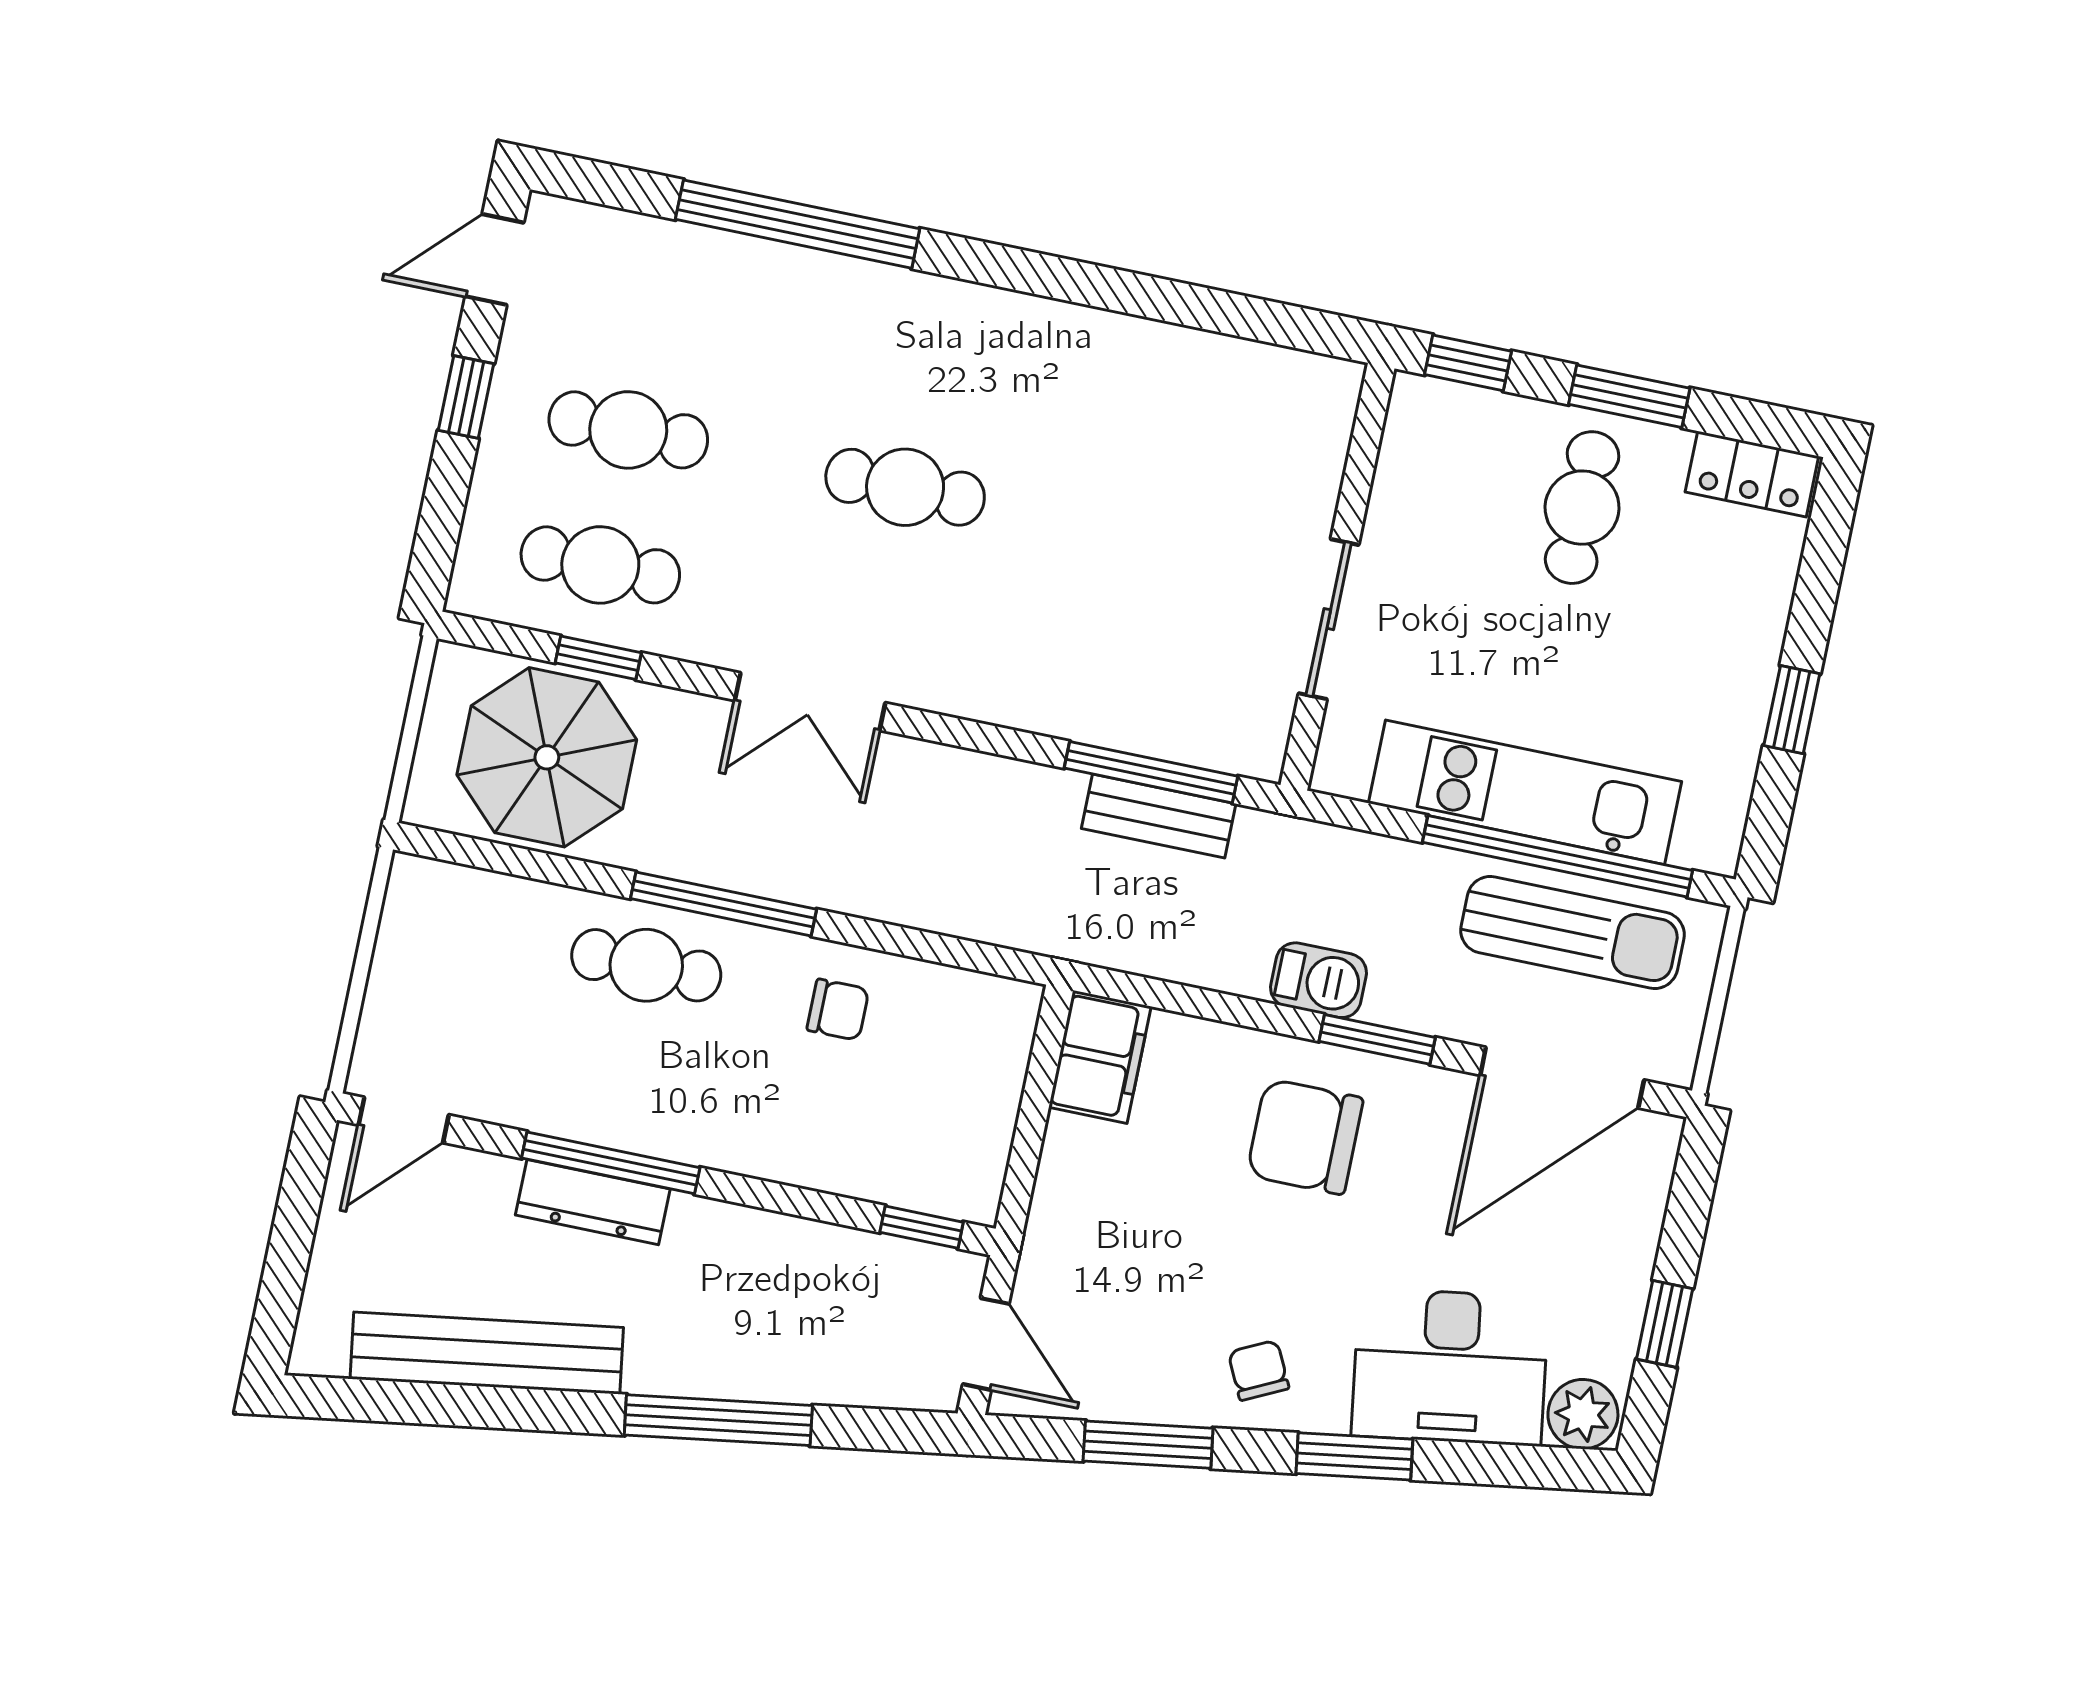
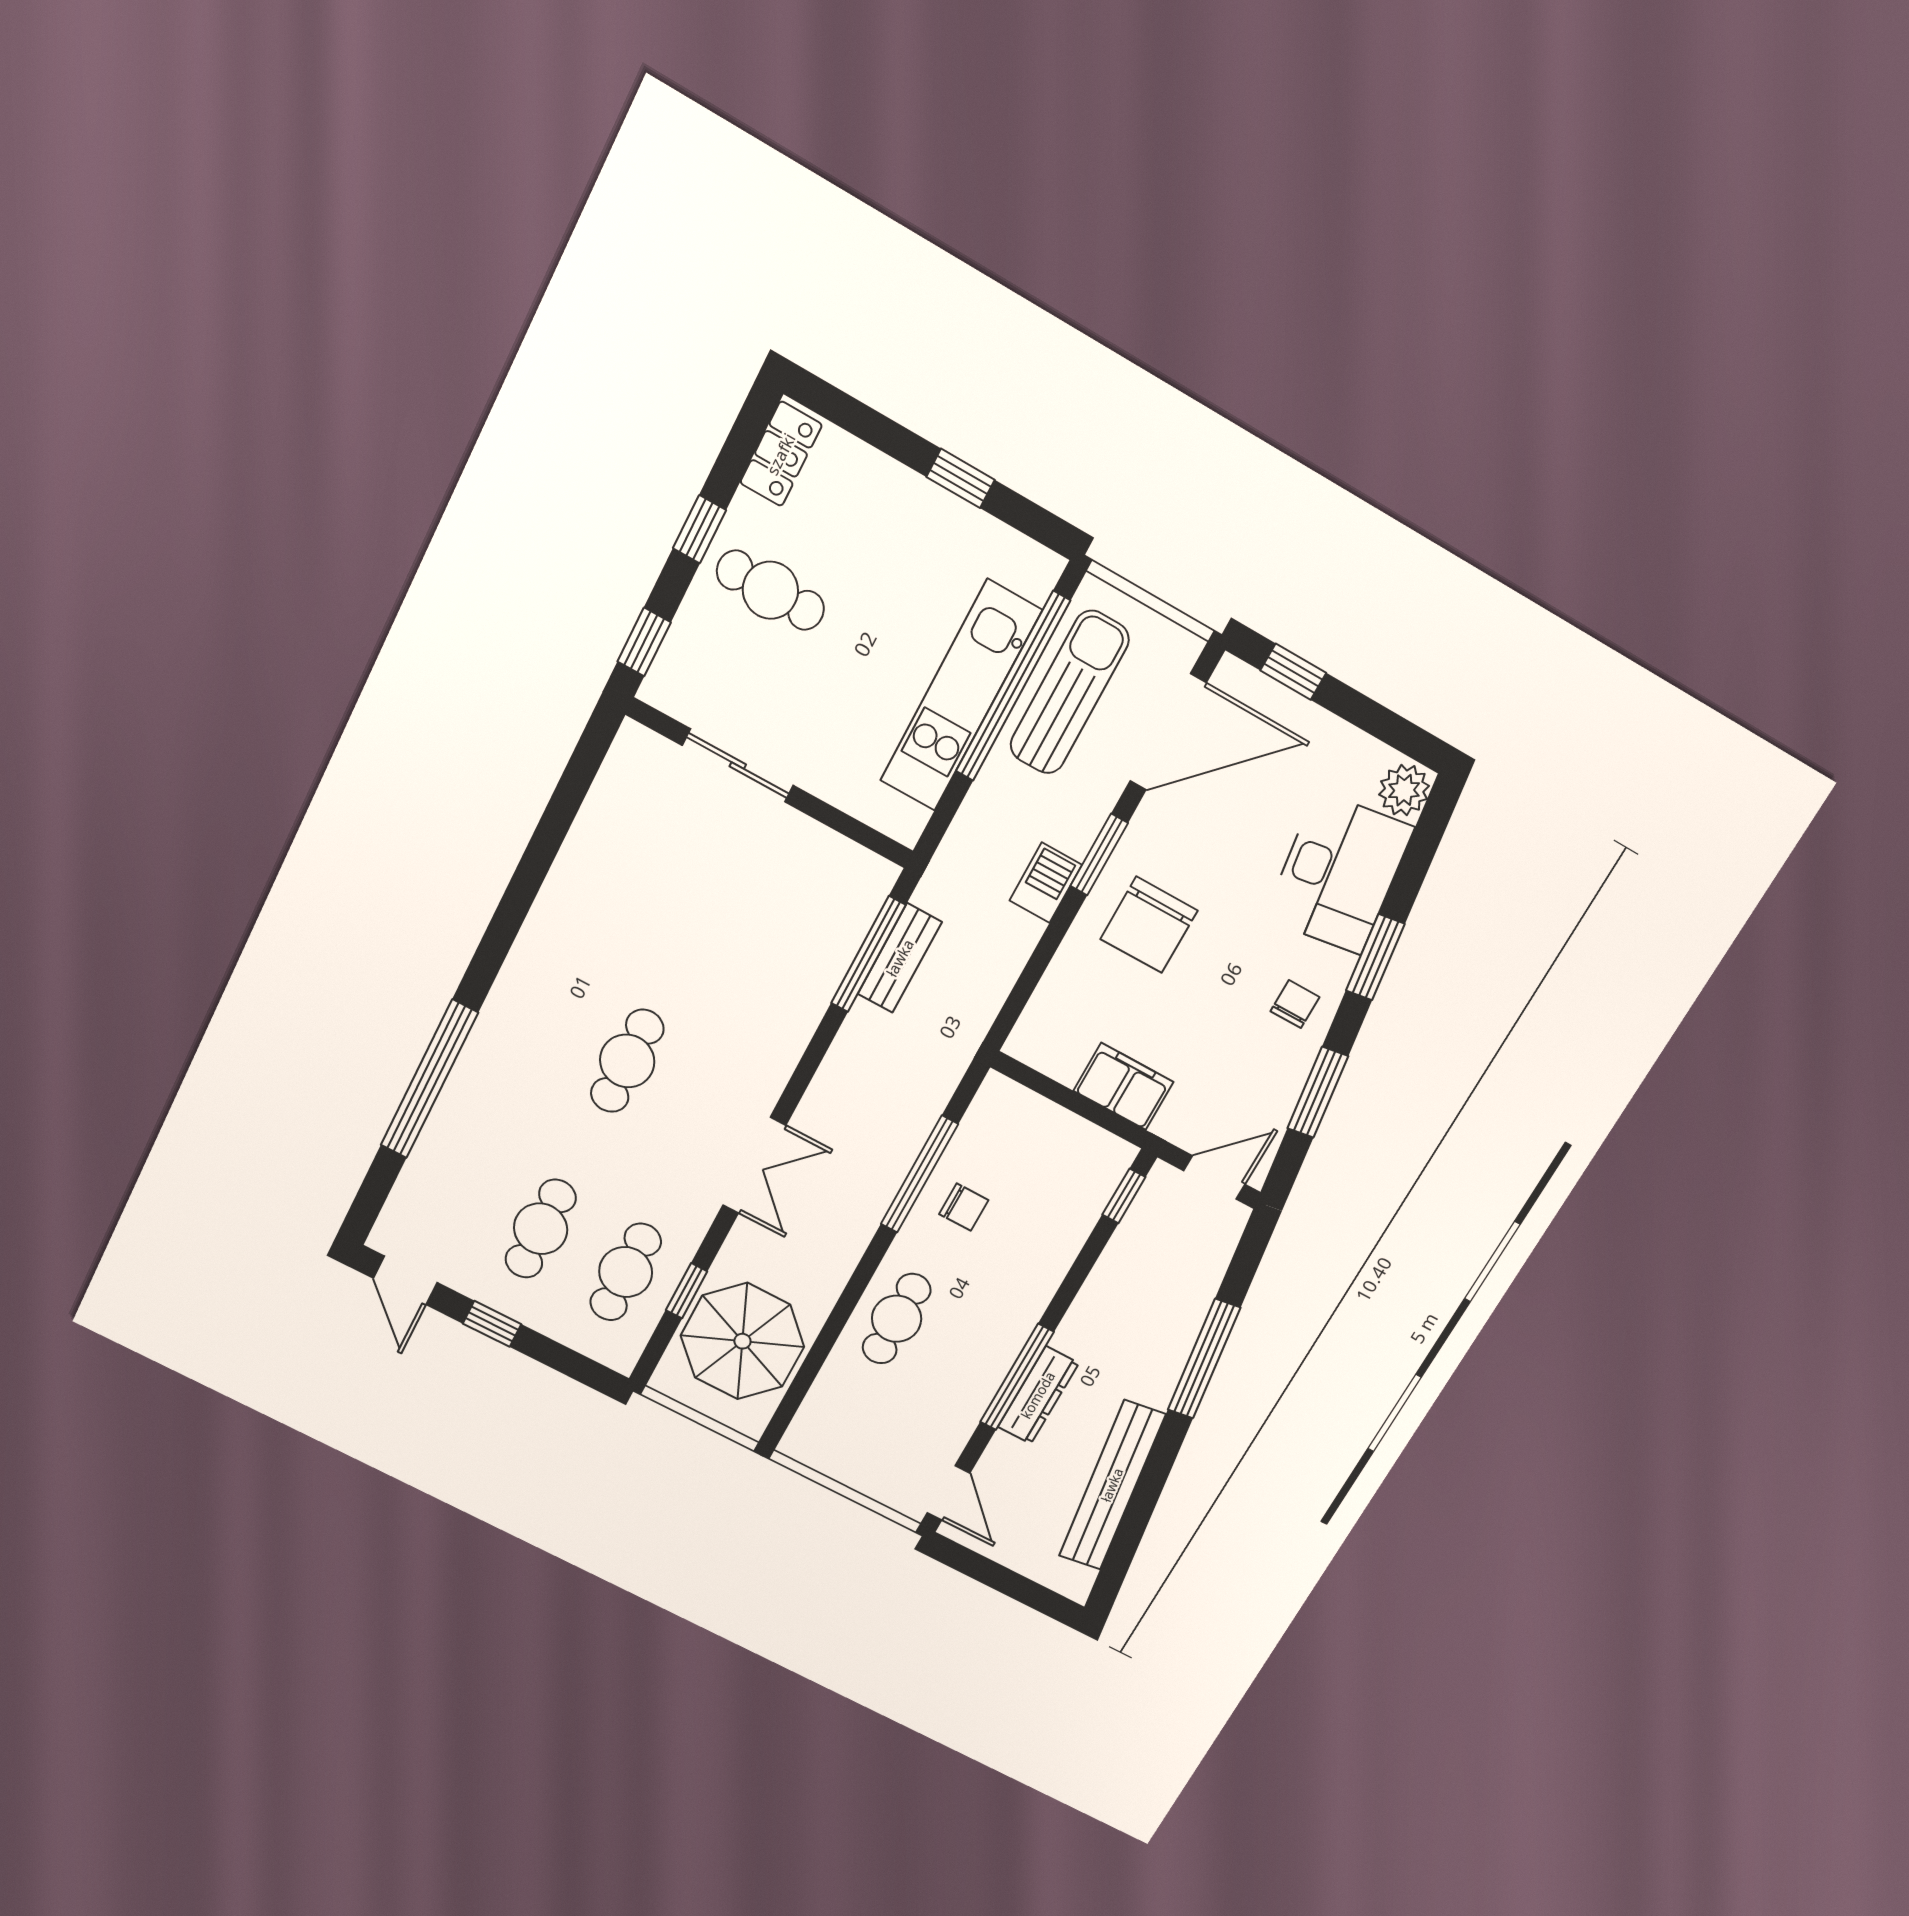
window: (1629, 396) -> (699, 529), width x0.67
sliding door: (1329, 619) -> (738, 765), moved
window: (724, 904) -> (919, 1174), moved
chair: (838, 1010) -> (964, 1207), turned 90
filing cabinet: (1100, 1057) -> (1123, 1086), moved
door: (1562, 1078) -> (1168, 732), hinge flipped
window: (1665, 1324) -> (1293, 672), moved
chair: (1259, 1370) -> (1295, 1004), turned 116

